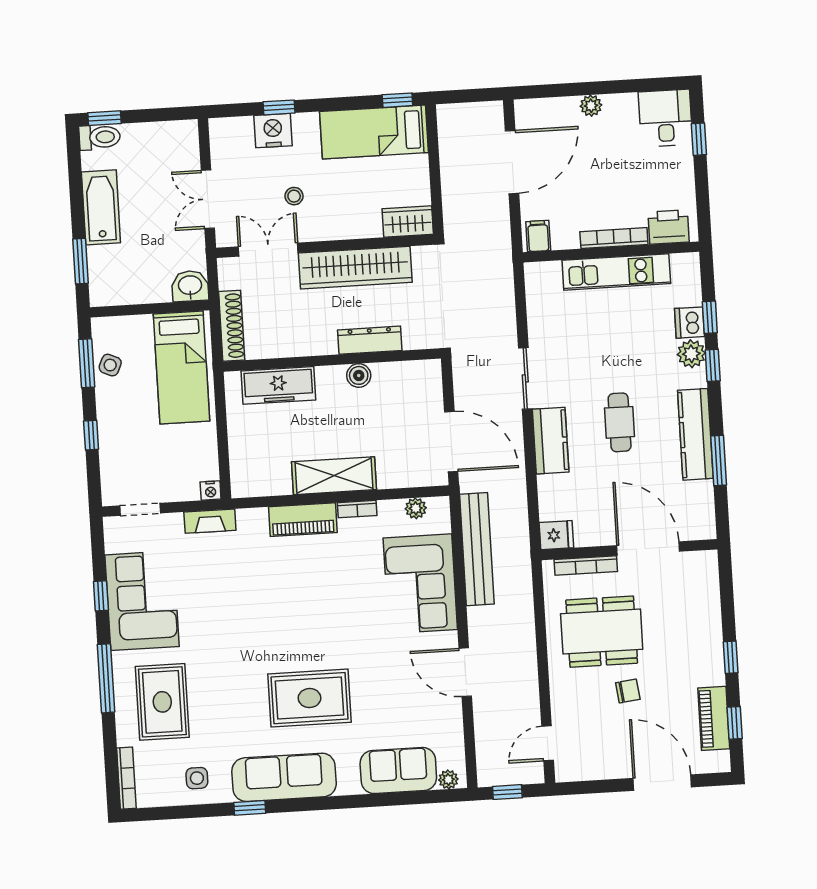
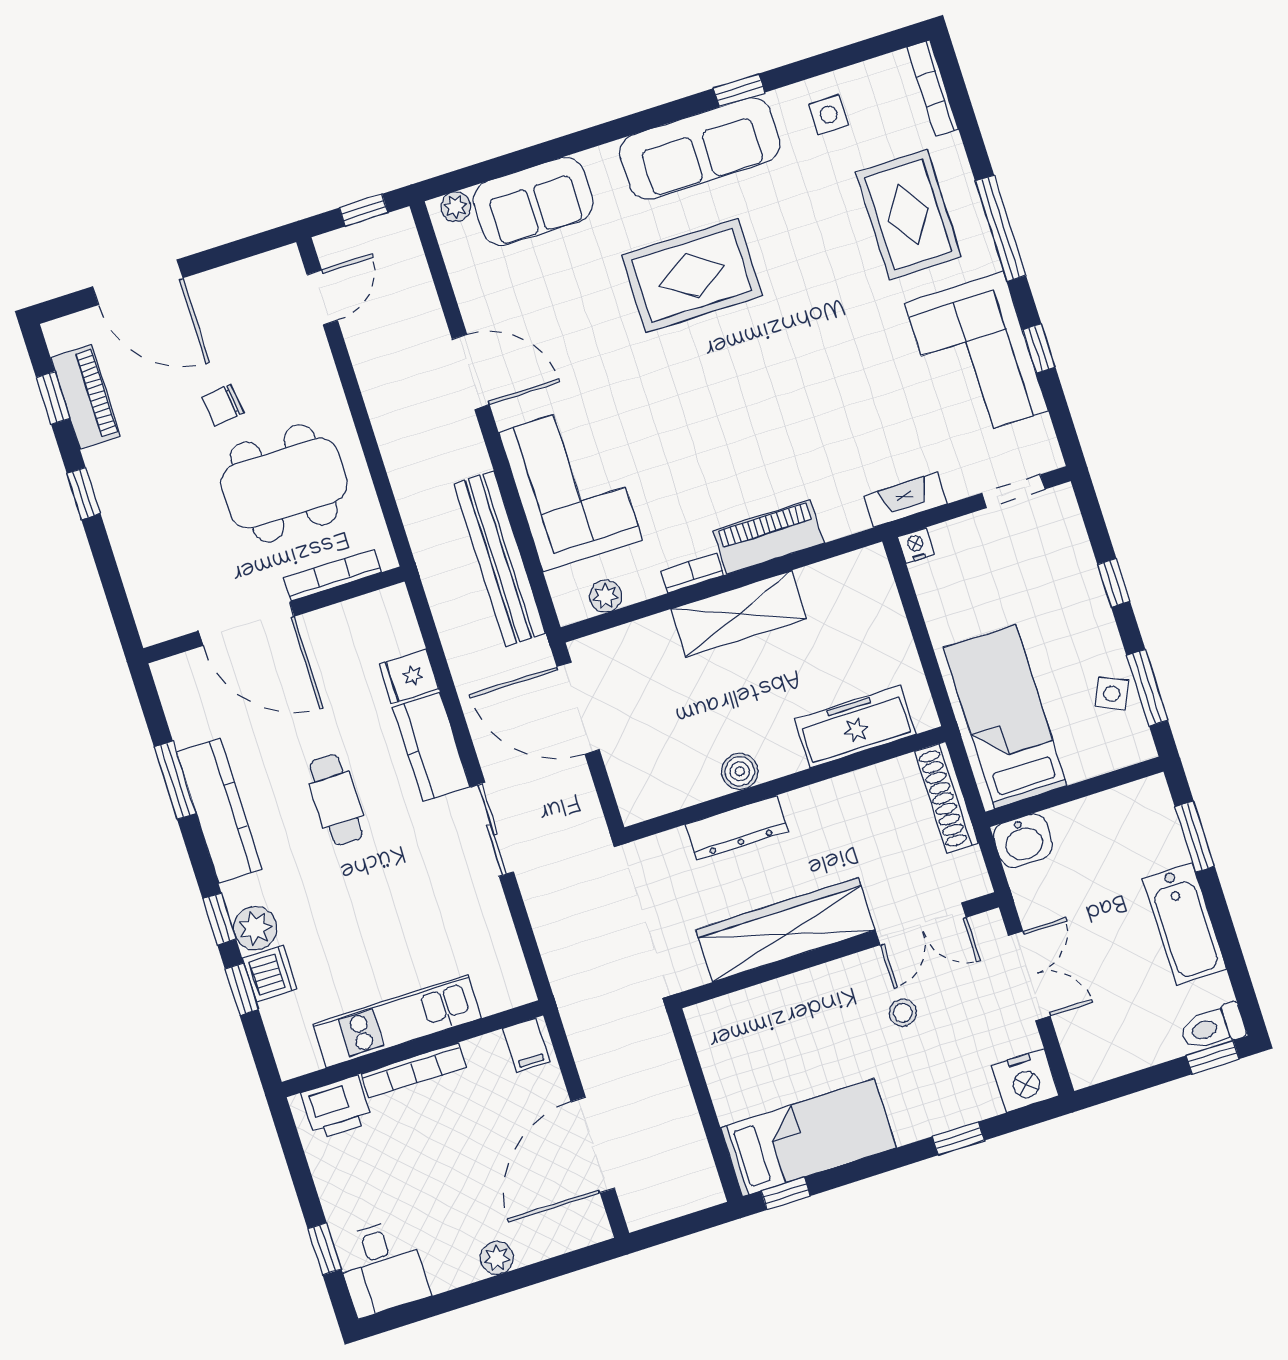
nightstand: (273, 131) -> (1025, 1081), moved
wardrobe: (408, 221) -> (725, 1018), removed
fridge: (556, 535) -> (409, 677), moved

